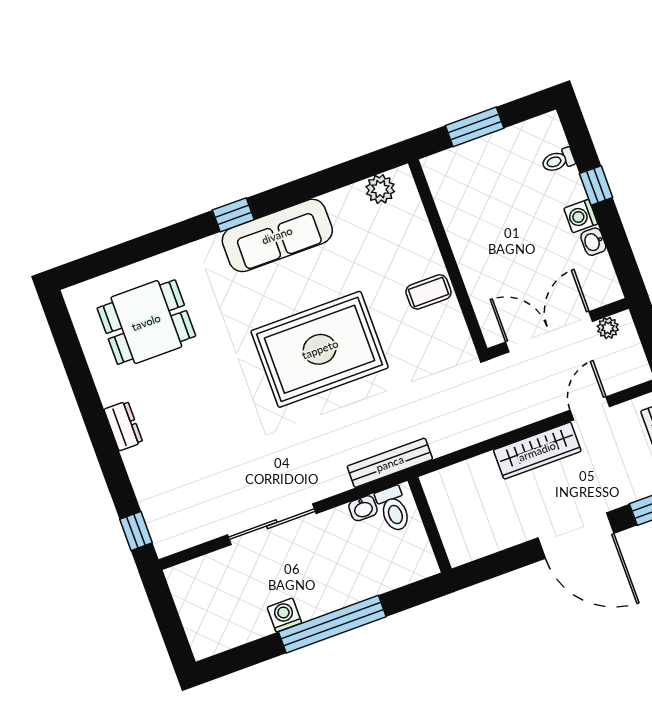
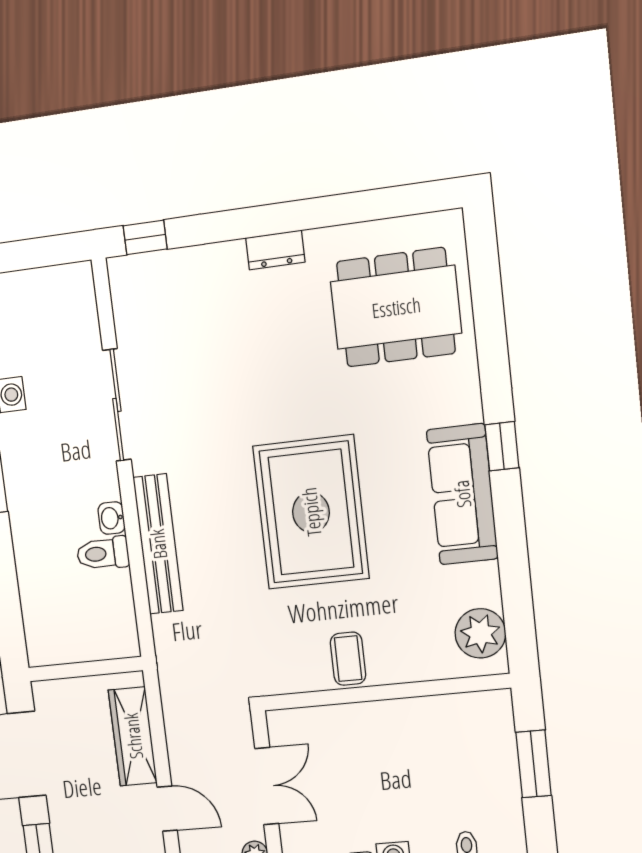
plant: (380, 189) -> (480, 633), width x1.36, depth x1.36
dining table: (146, 322) -> (396, 307), width x1.38
double door: (549, 332) -> (267, 786), width x0.73
bench: (390, 463) -> (158, 544), width x1.37, depth x1.21
wall: (430, 525) -> (85, 669), moved

